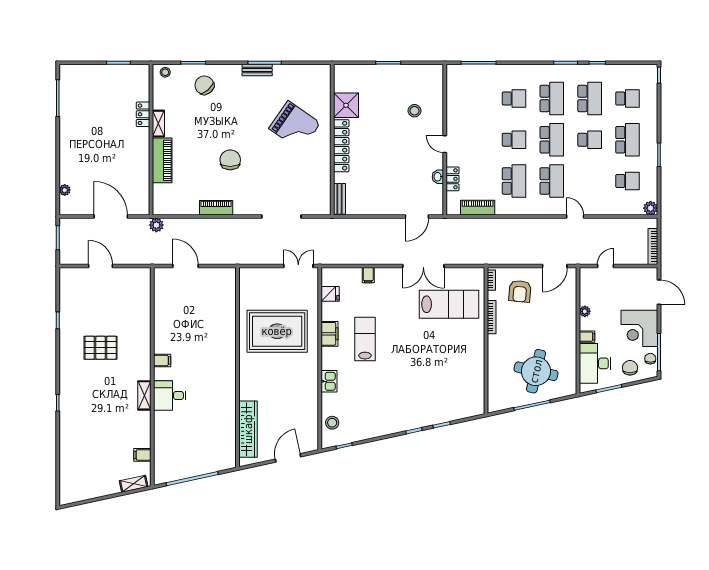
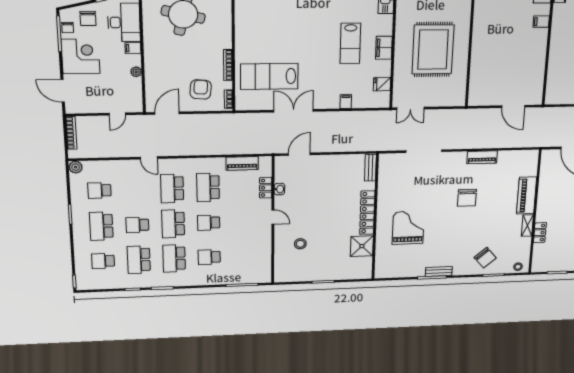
grand piano: (295, 126) -> (408, 228), turned 55
plant: (156, 225) -> (536, 141), removed
rug: (277, 331) -> (433, 50), turned 90

